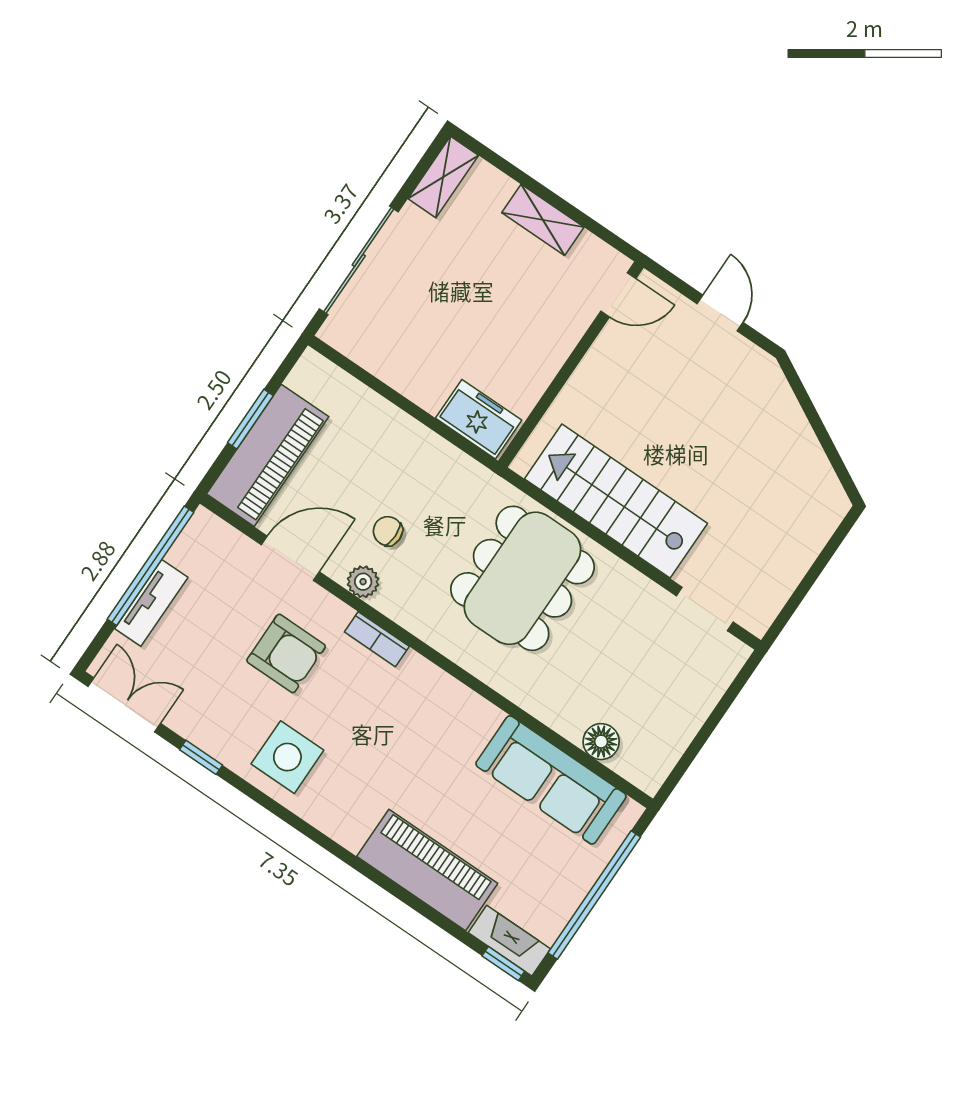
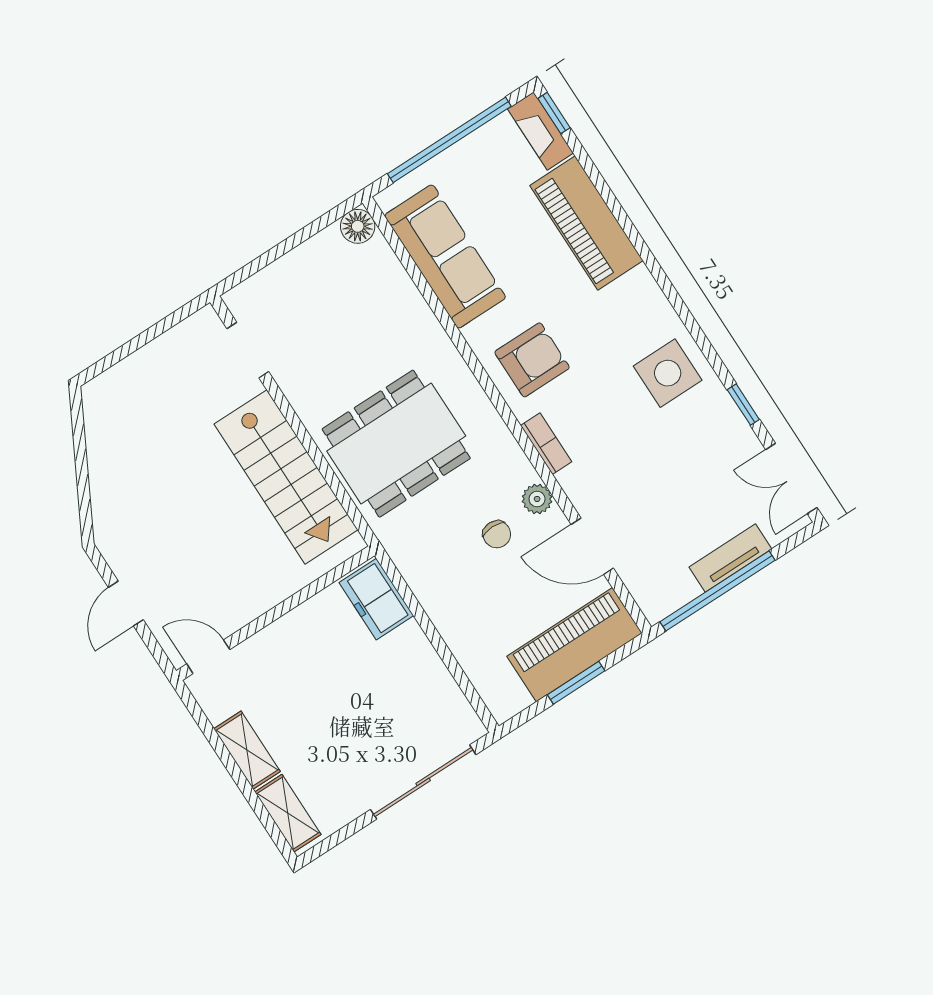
shelving: (443, 177) -> (288, 813), moved, turned 90
armchair: (286, 653) -> (532, 360), moved, turned 90
floor lamp: (601, 742) -> (358, 226), moved

